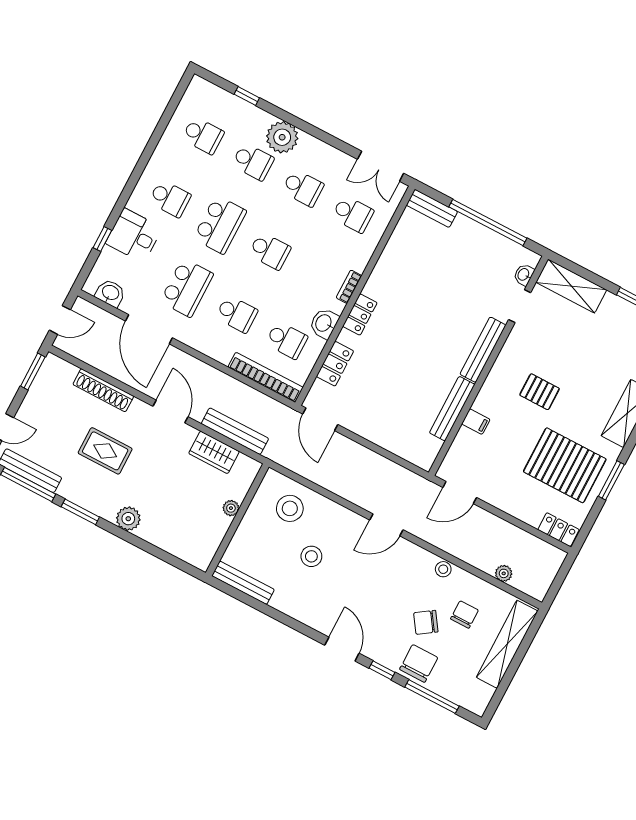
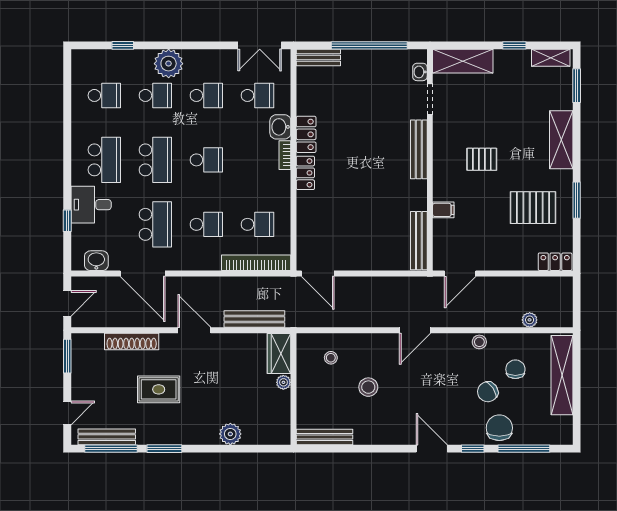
school desk: (170, 199) -> (104, 160), width x1.85
washbasin: (324, 323) -> (280, 127), moved
locker: (335, 364) -> (306, 134), moved
bench: (452, 409) -> (419, 241), moved
wardrobe: (214, 452) -> (279, 353), moved, turned 90
pallet: (565, 465) -> (533, 208), width x0.73, depth x0.71
stool: (290, 508) -> (331, 358), width x0.53, depth x0.53
plant: (128, 519) -> (230, 434), moved

